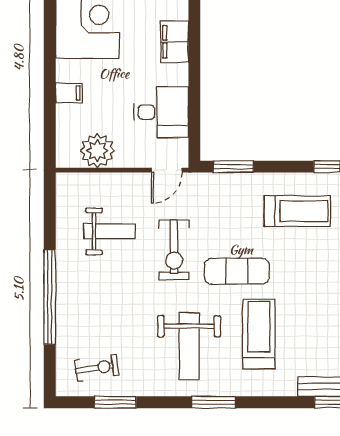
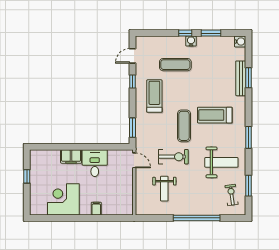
desk: (161, 112) -> (95, 163), moved
plant: (97, 151) -> (125, 194), removed
weight bench: (109, 231) -> (164, 189), turned 180
weight bench: (189, 346) -> (221, 162), moved

